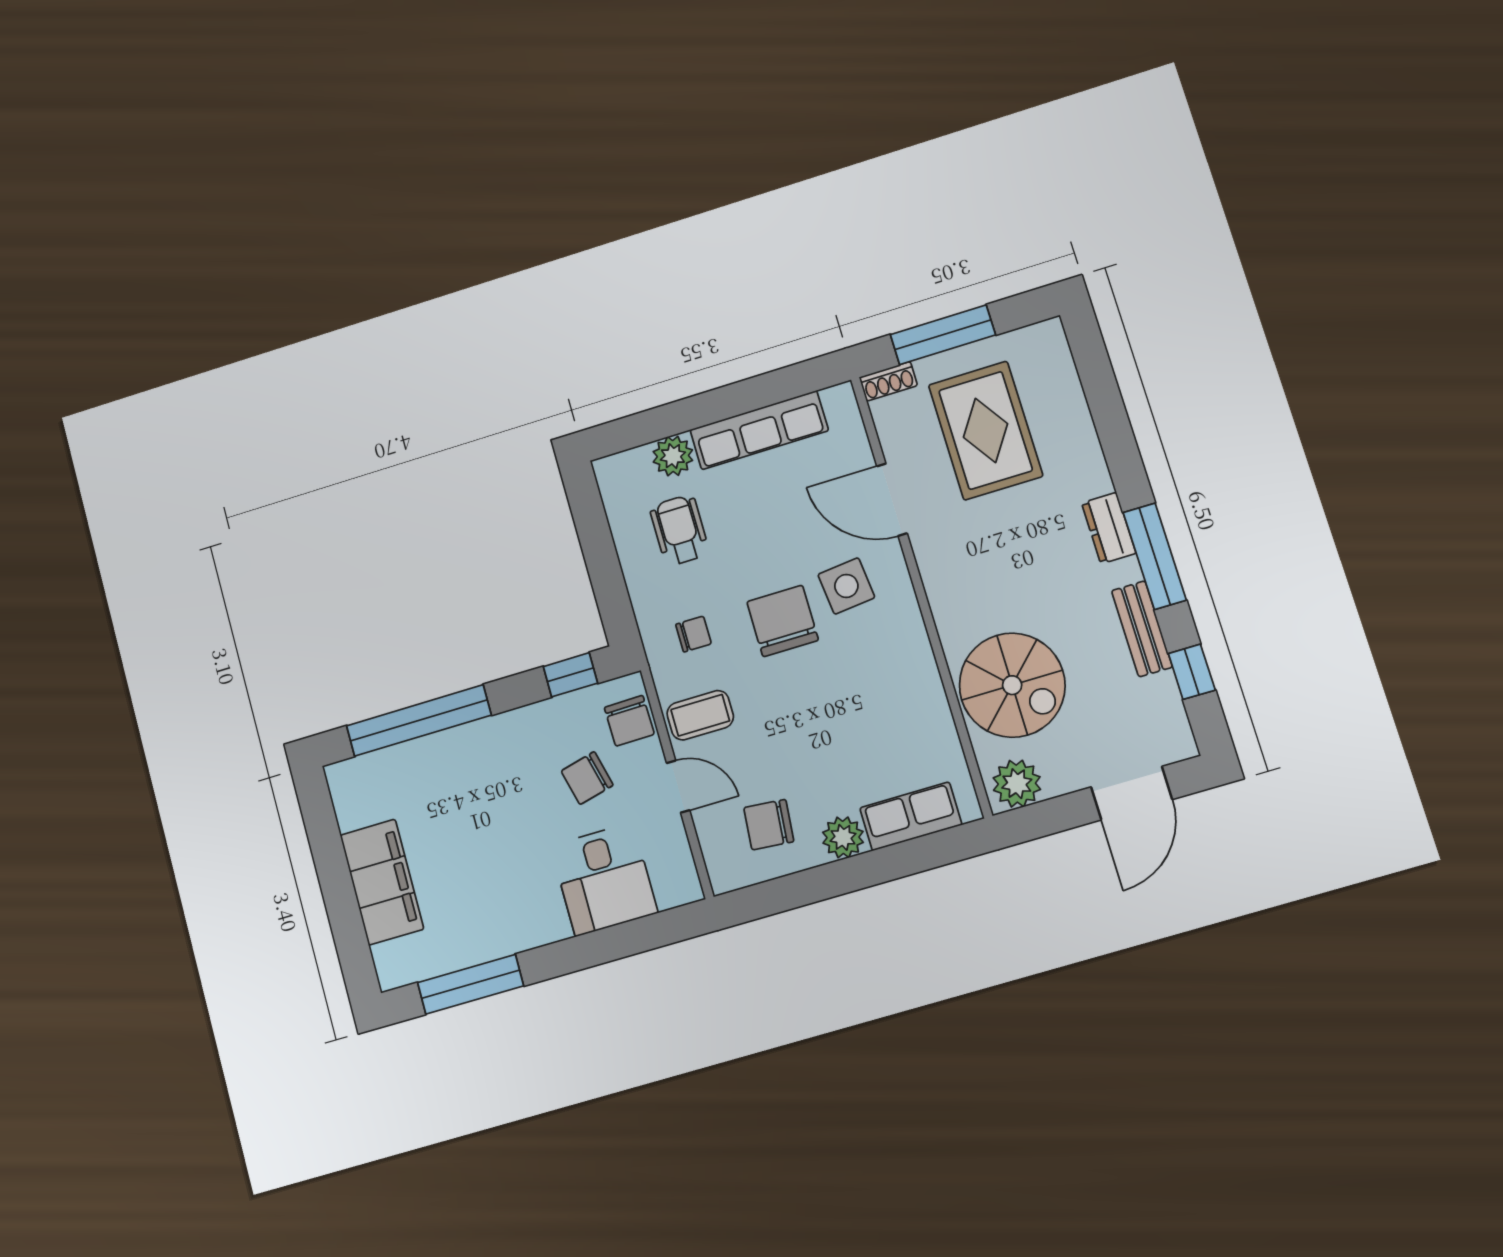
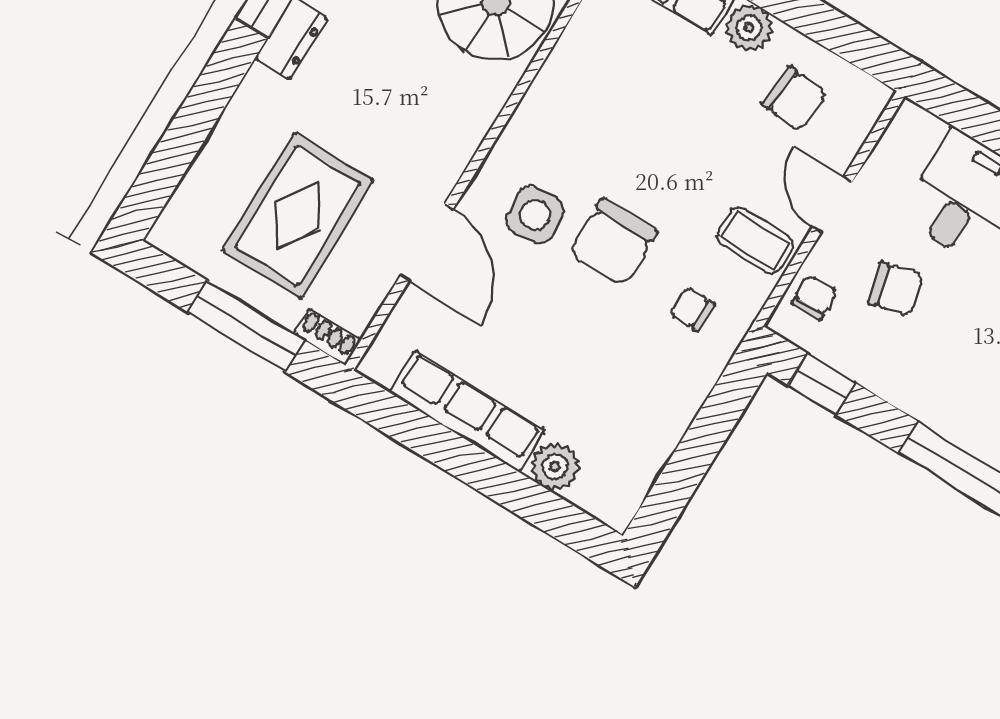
wheelchair: (679, 530) -> (614, 402), removed
chair: (629, 721) -> (815, 297), width x0.73, depth x0.73

